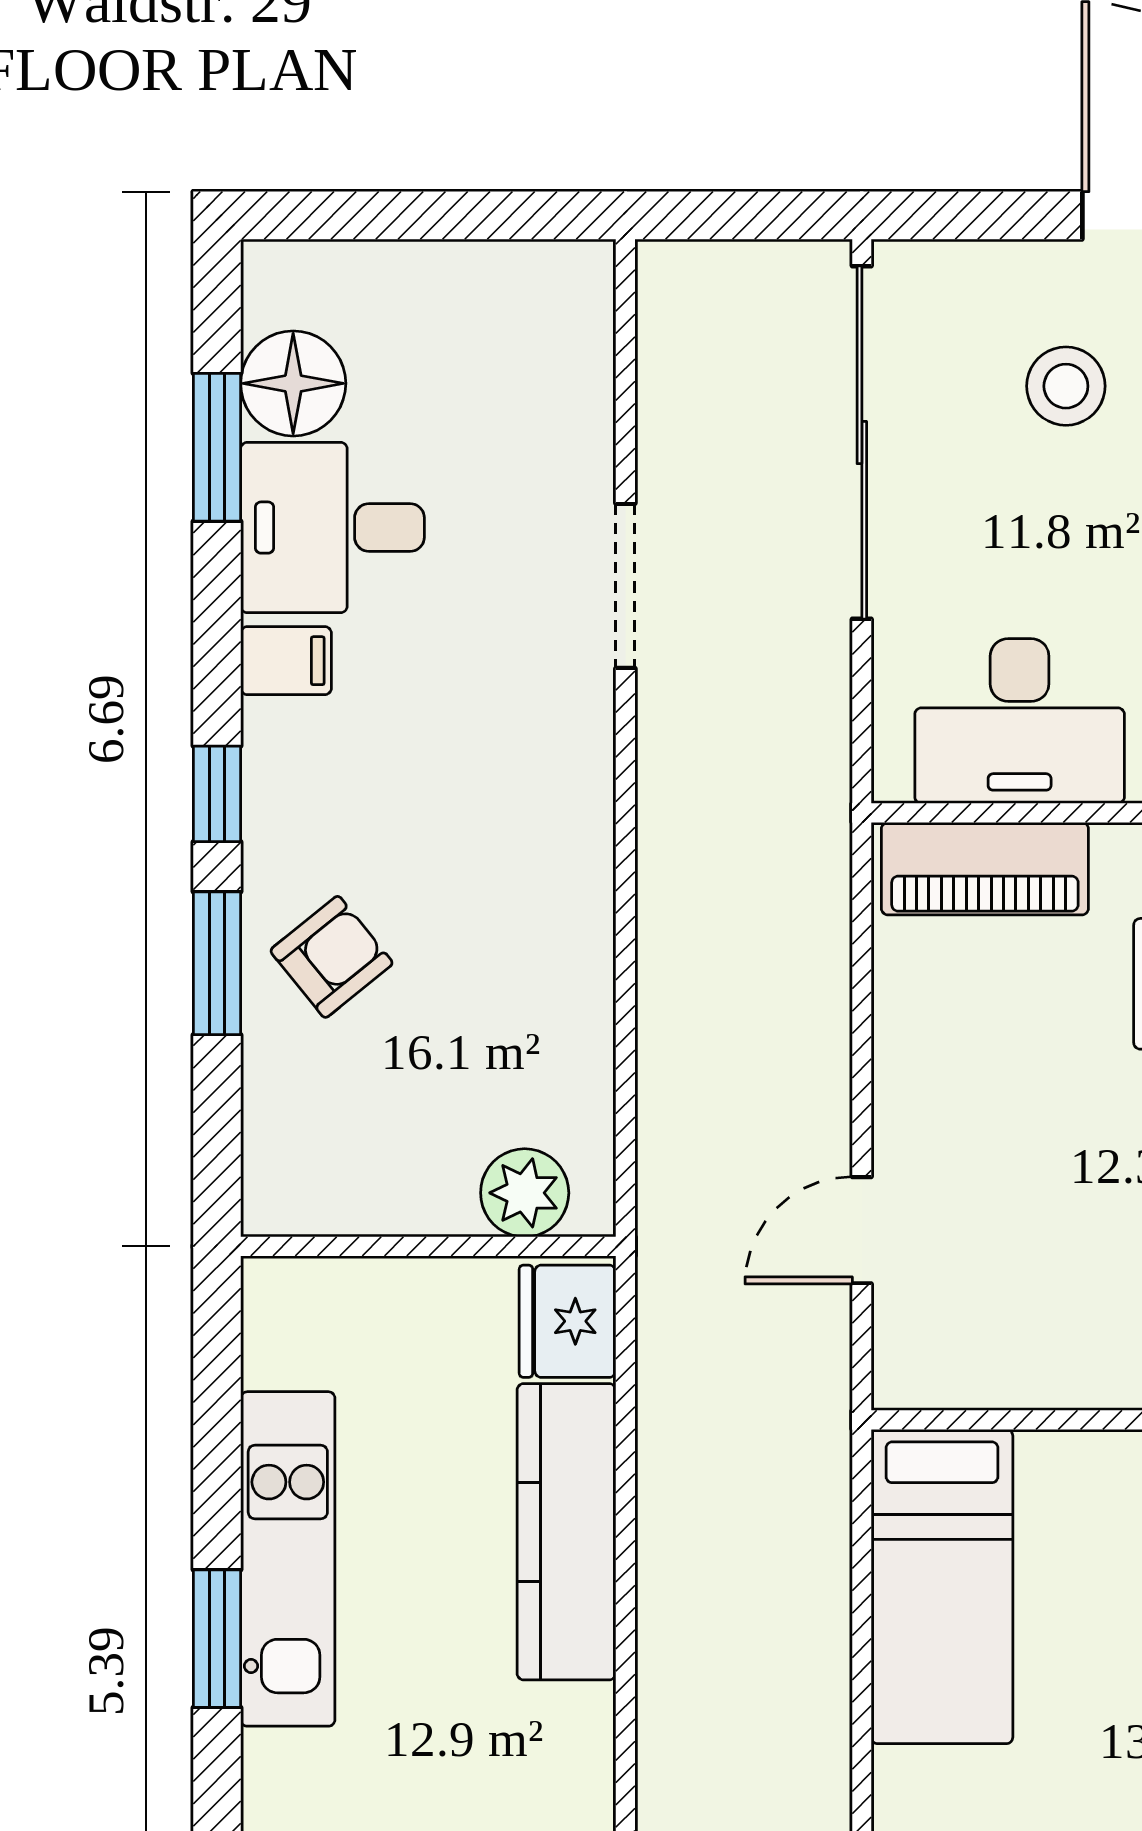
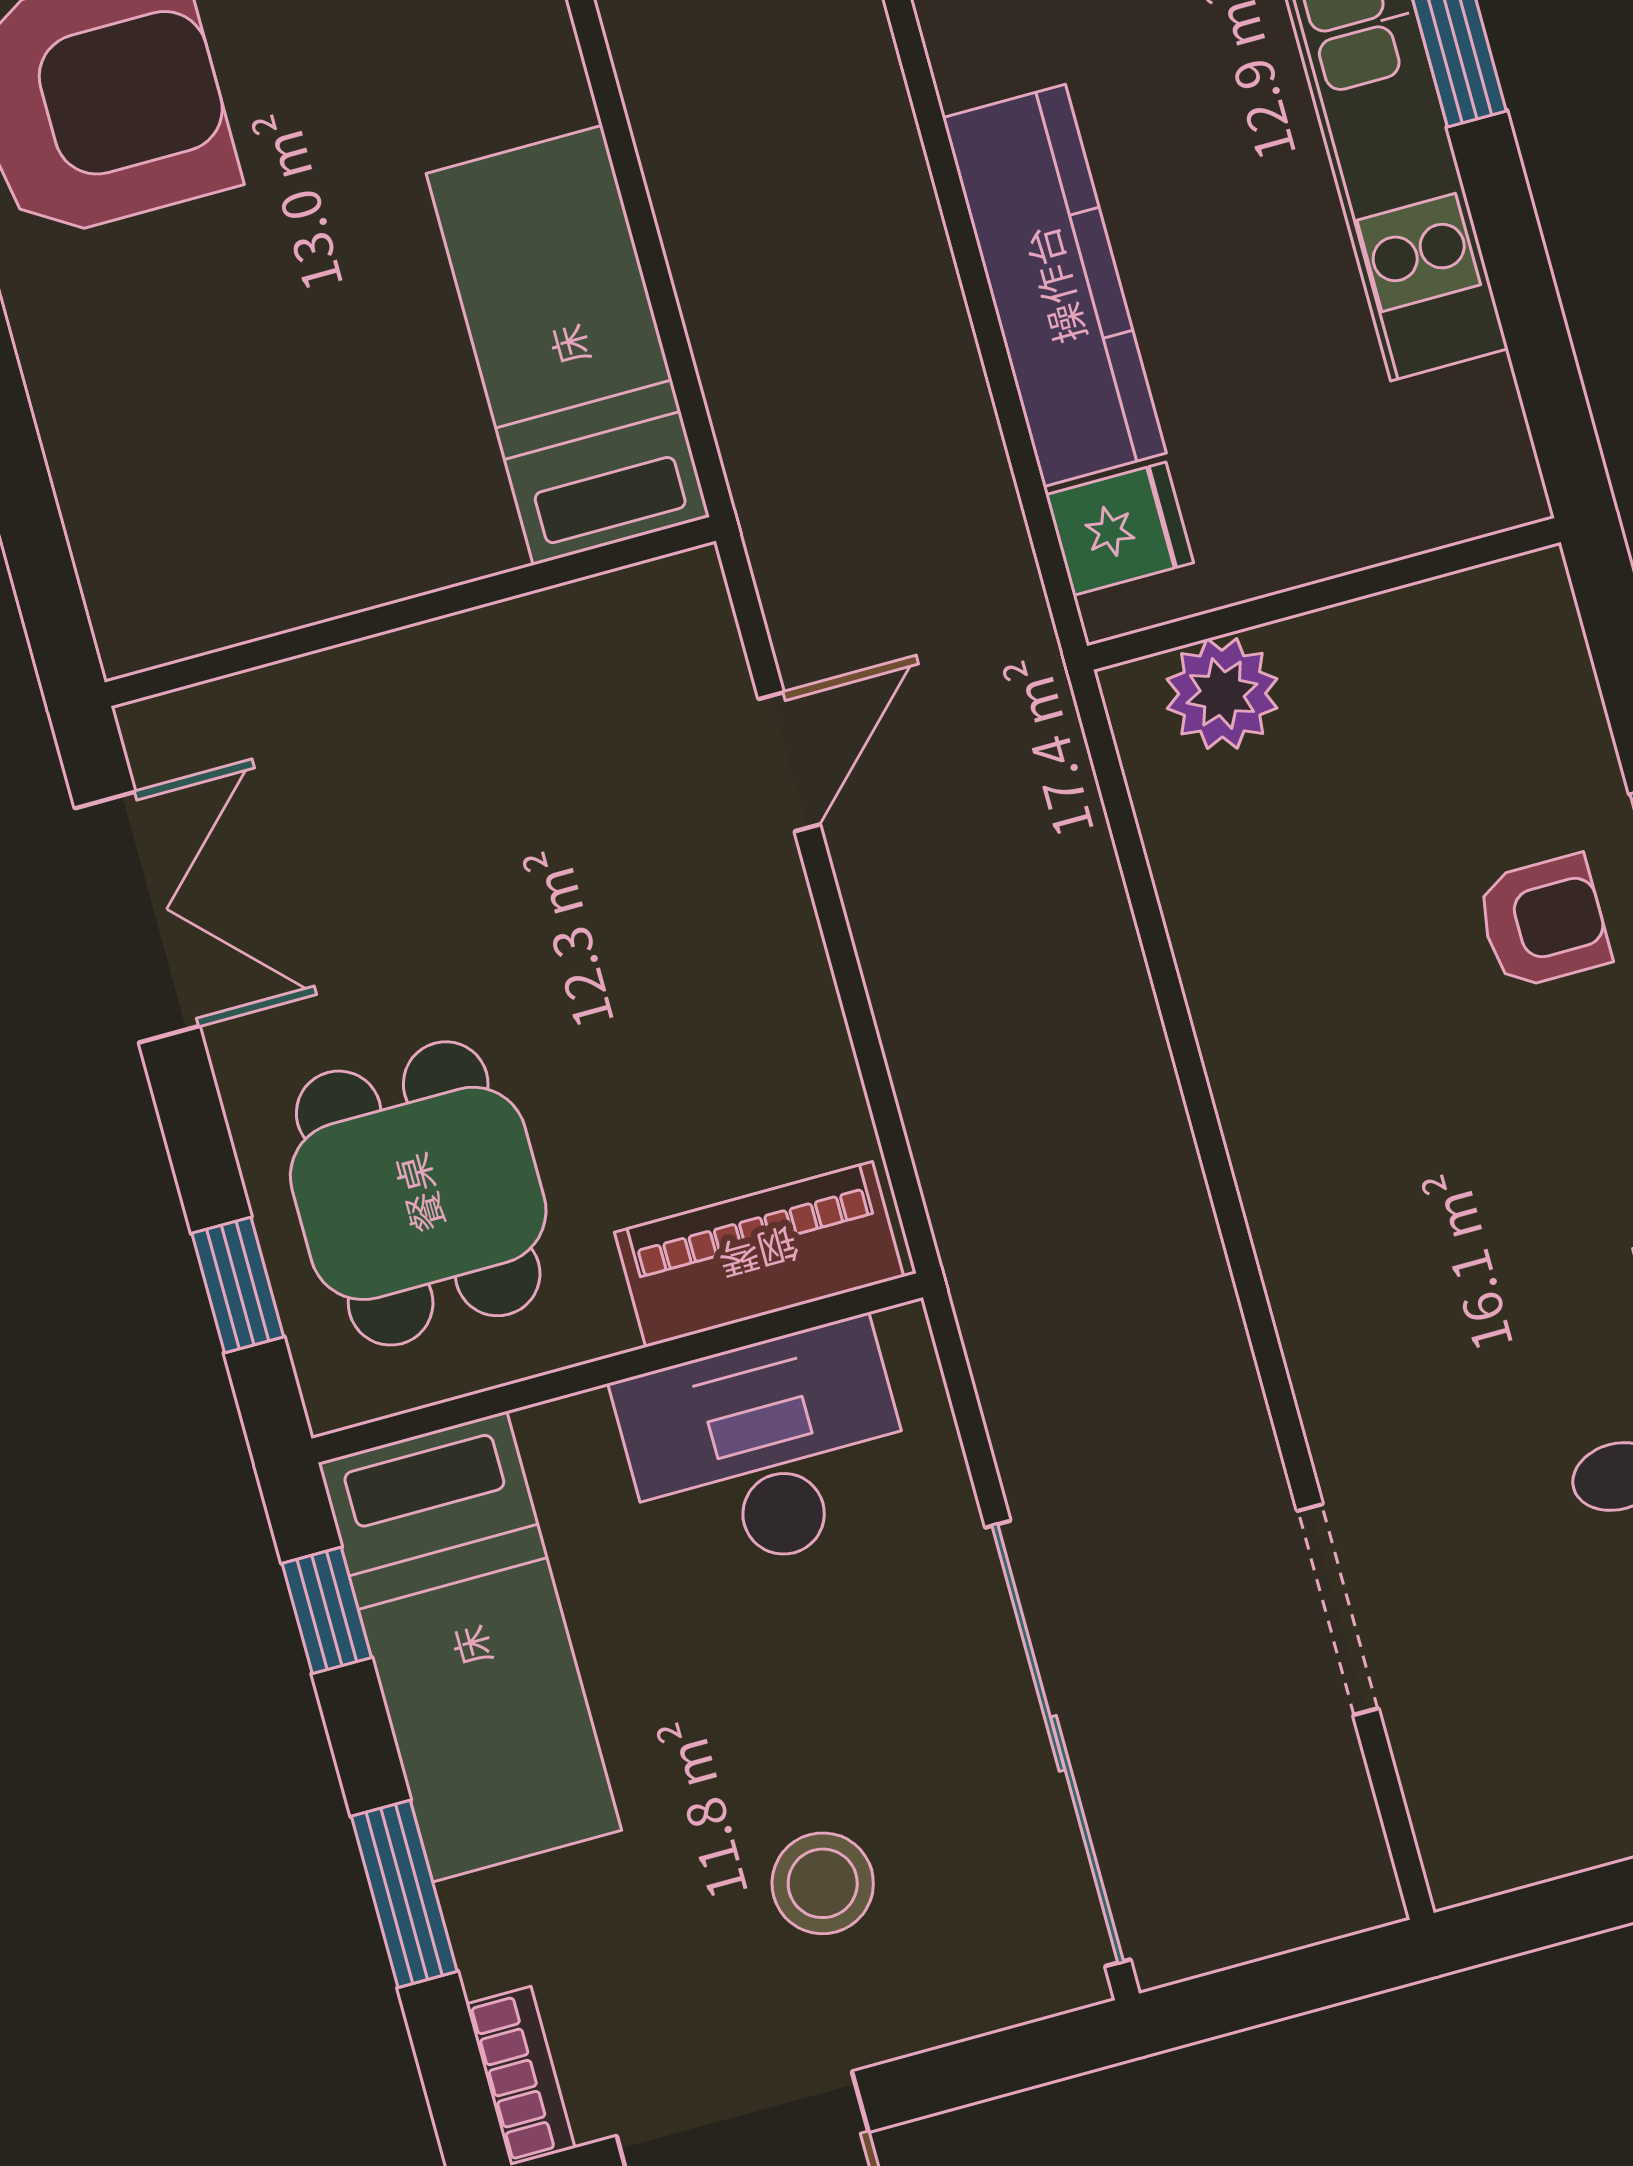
doorway: (625, 586) -> (1338, 1610), moved
armchair: (332, 957) -> (1543, 922), turned -141
fridge: (568, 1321) -> (1120, 529), width x0.72

